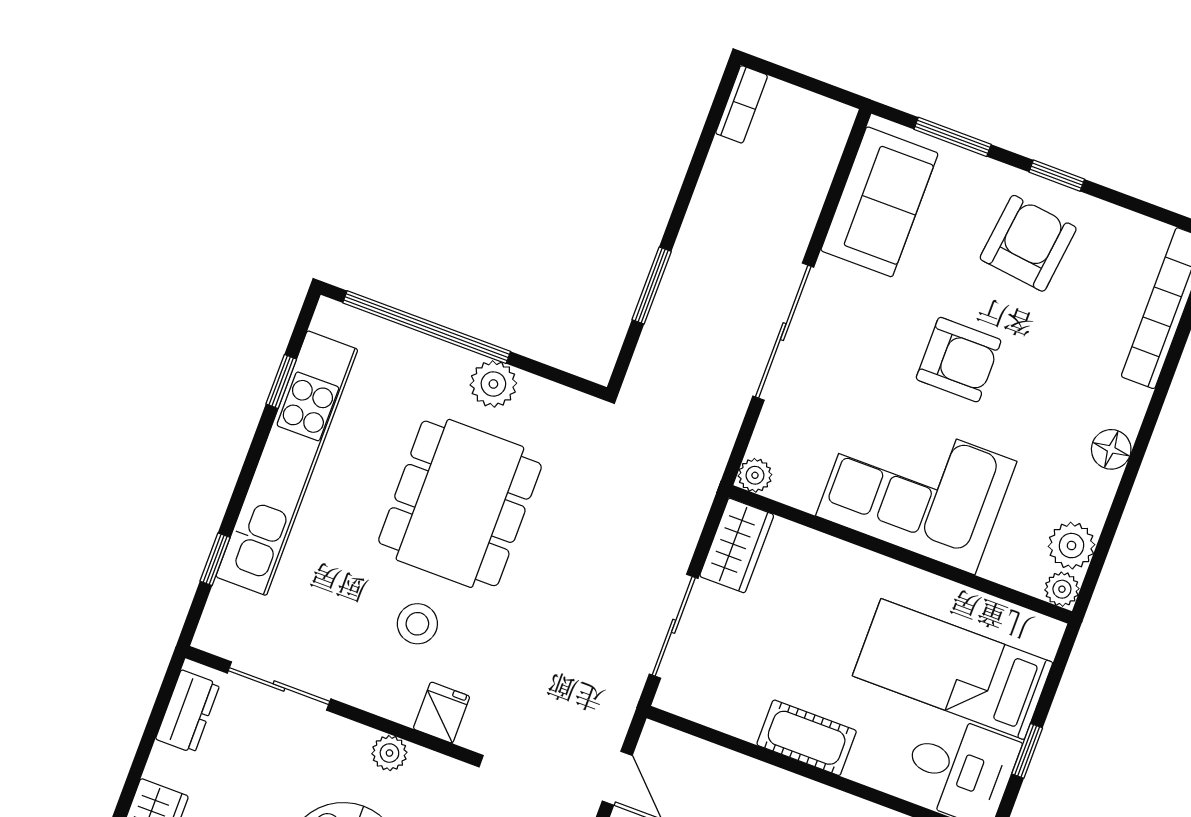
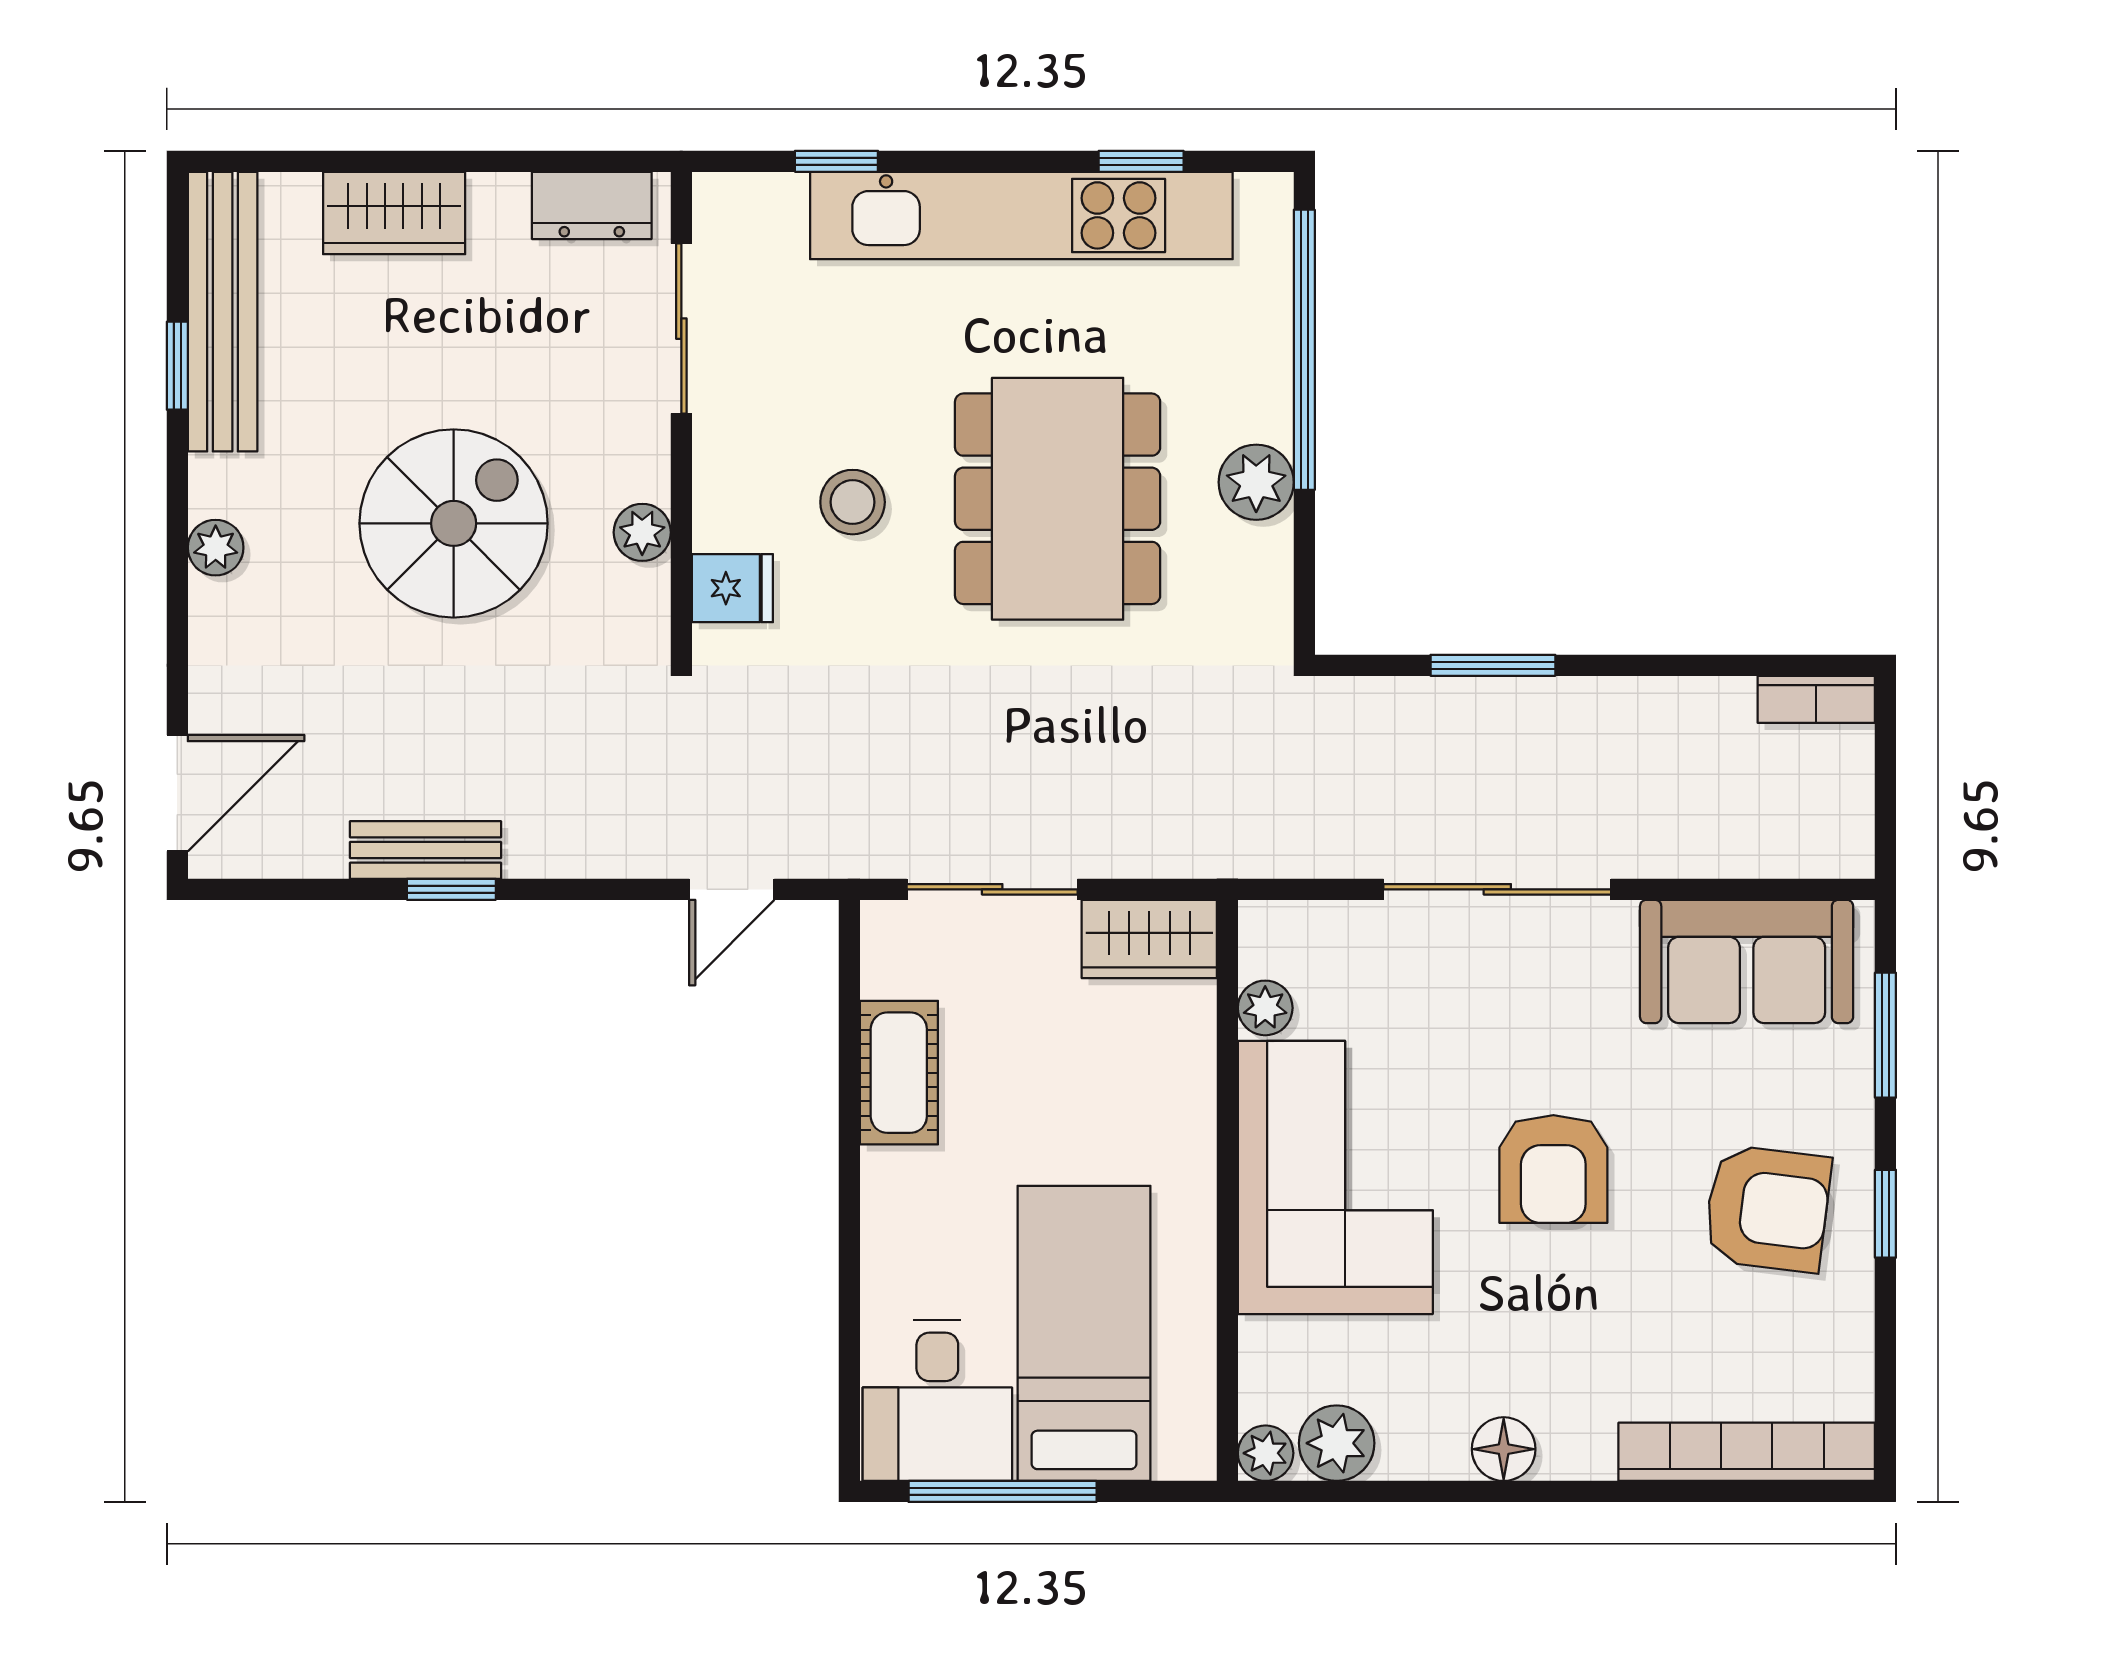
plant: (755, 475) -> (1265, 1008), moved
dining table: (460, 503) -> (1058, 499), turned 90
cot: (807, 738) -> (899, 1073), moved
window: (1027, 751) -> (1003, 1491), width x2.17

